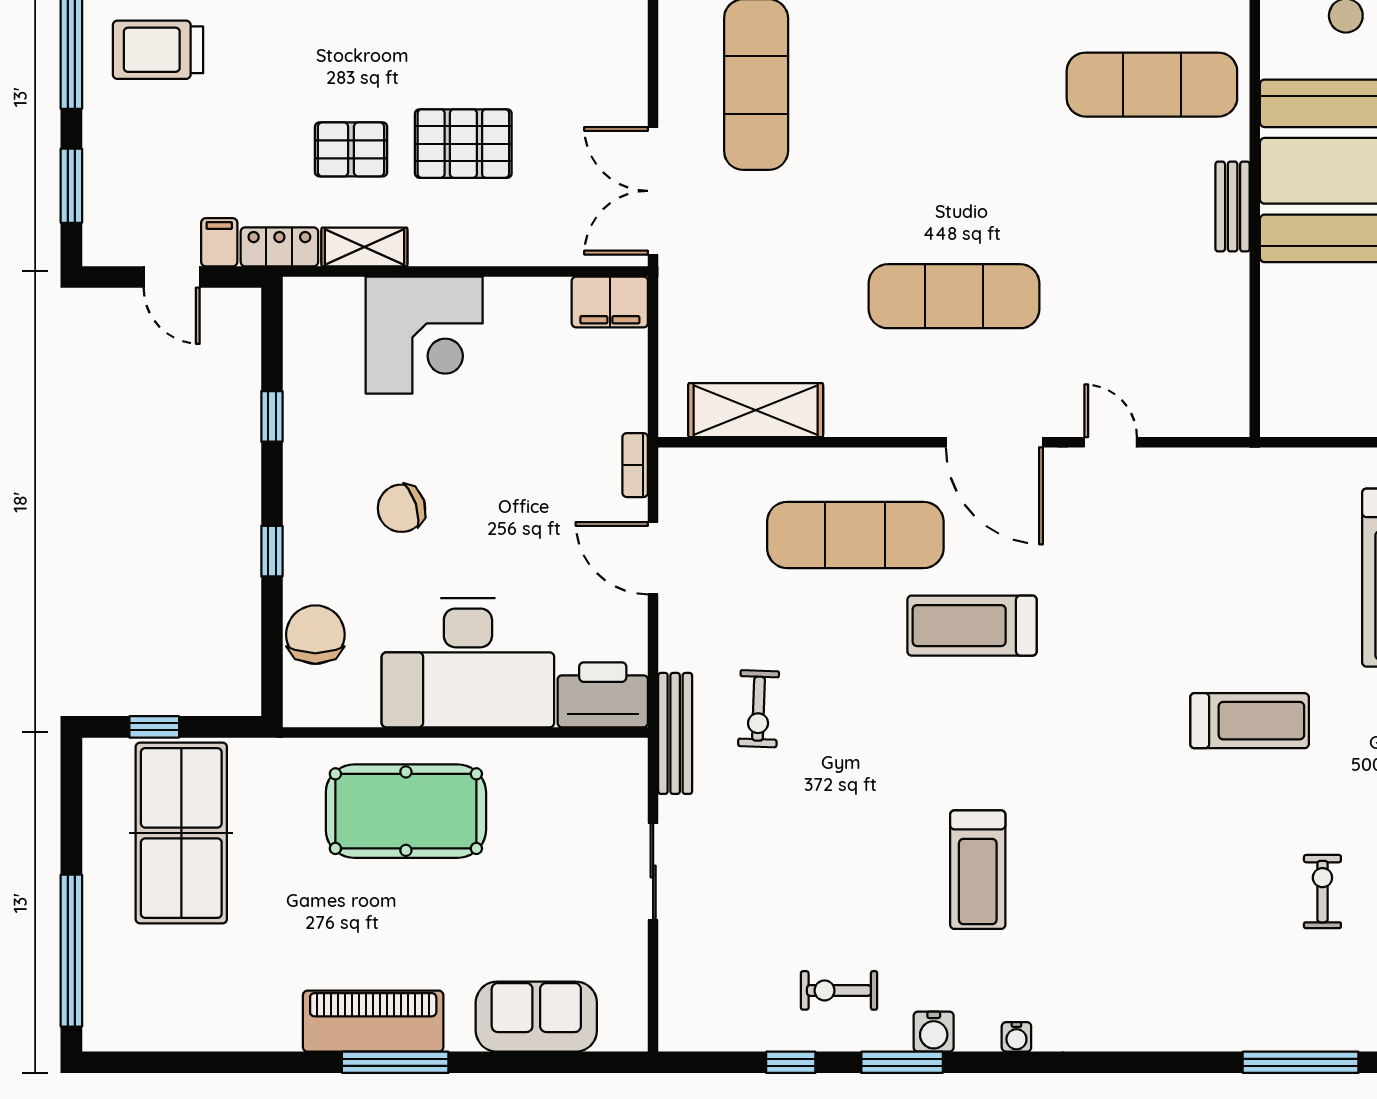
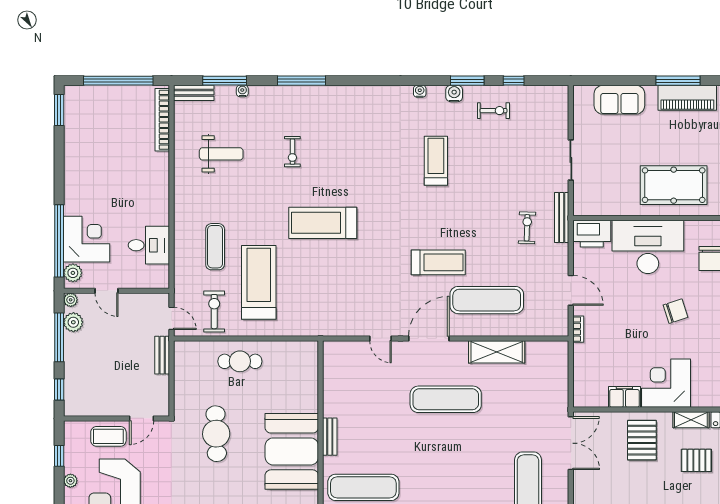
pallet: (463, 144) -> (642, 440), moved, turned 90
filing cabinet: (610, 302) -> (624, 397), moved
shelving: (756, 410) -> (497, 352), moved
door: (994, 442) -> (429, 339), hinge flipped
treadmill: (1250, 721) -> (323, 223), width x1.37, depth x1.38

